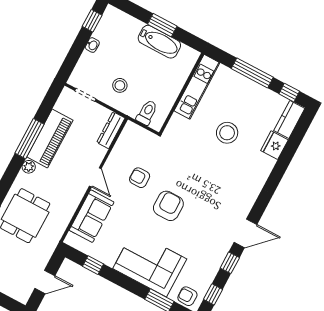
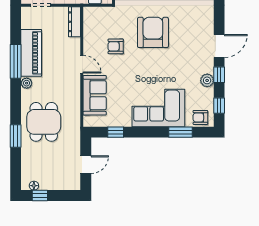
armchair: (168, 206) -> (153, 32), moved, width x1.36, depth x1.36
plant: (214, 262) -> (207, 80), added

